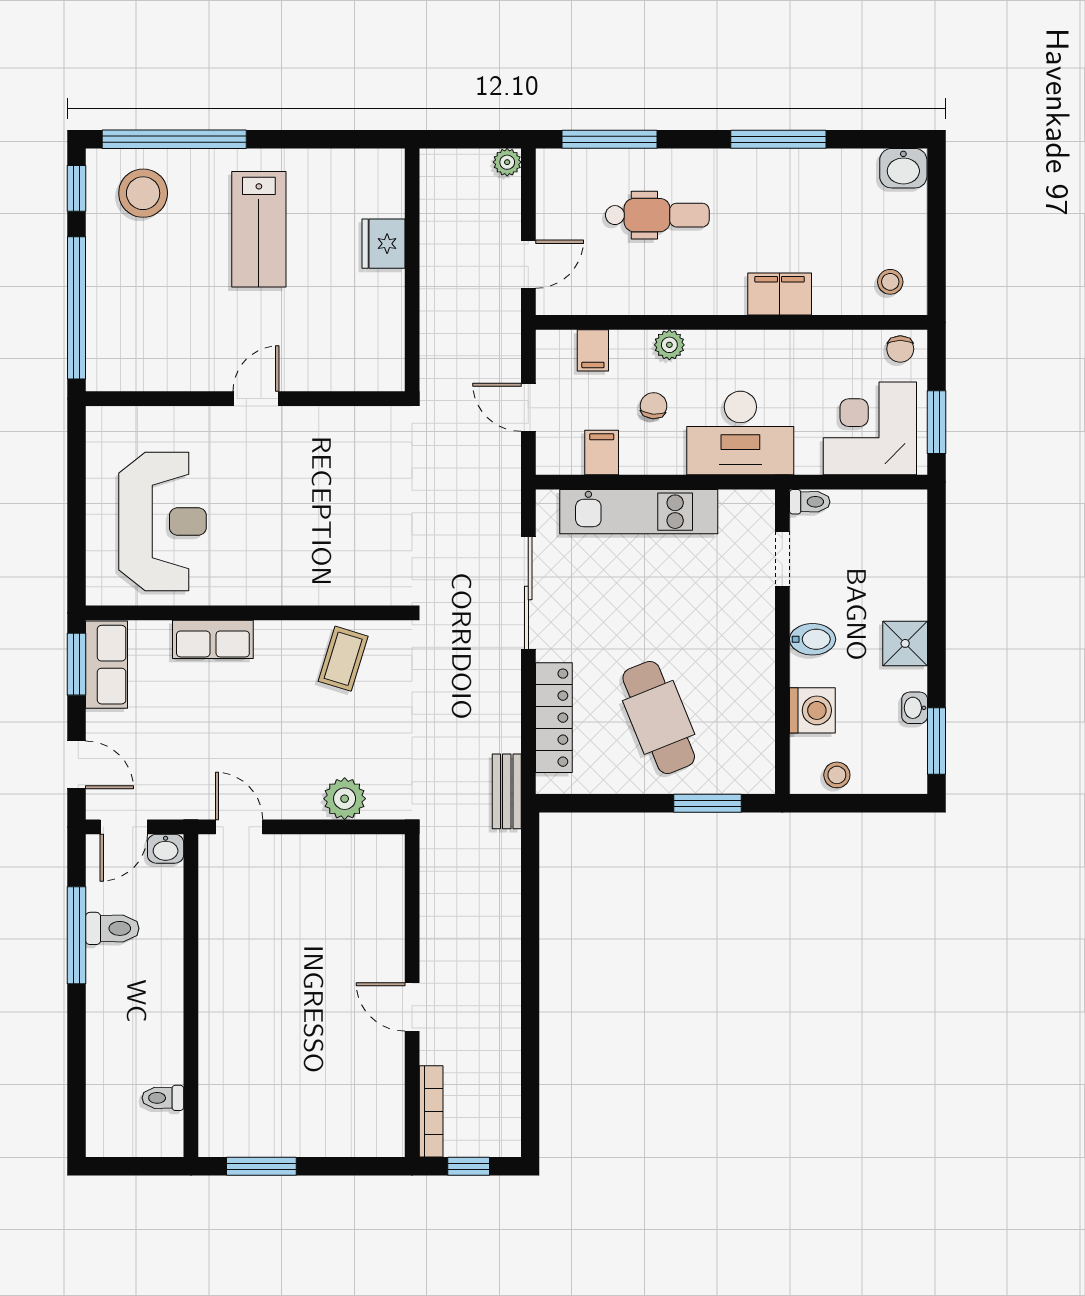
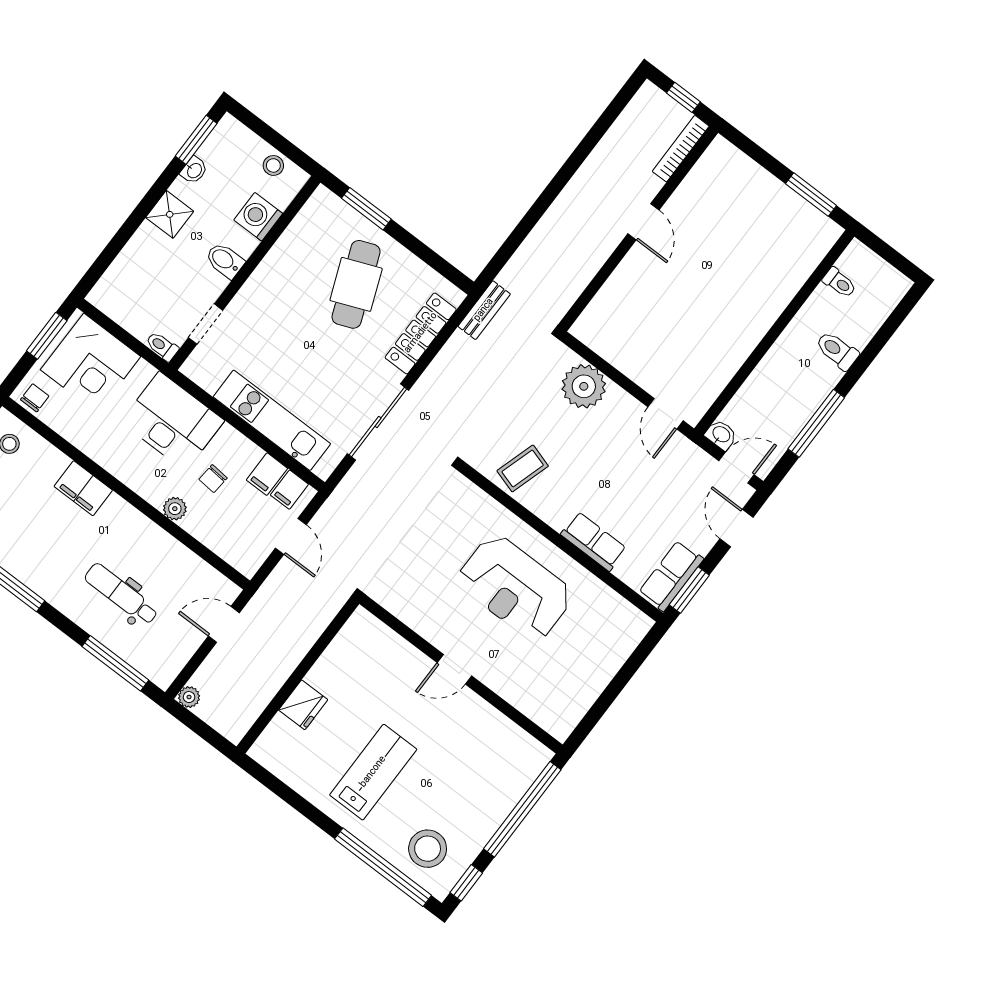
filing cabinet: (593, 350) -> (289, 490), moved, turned 180
reception desk: (163, 522) -> (515, 588), moved, turned -90
plant: (345, 799) -> (584, 386), width x1.36, depth x1.36
toilet: (112, 928) -> (837, 350), moved

